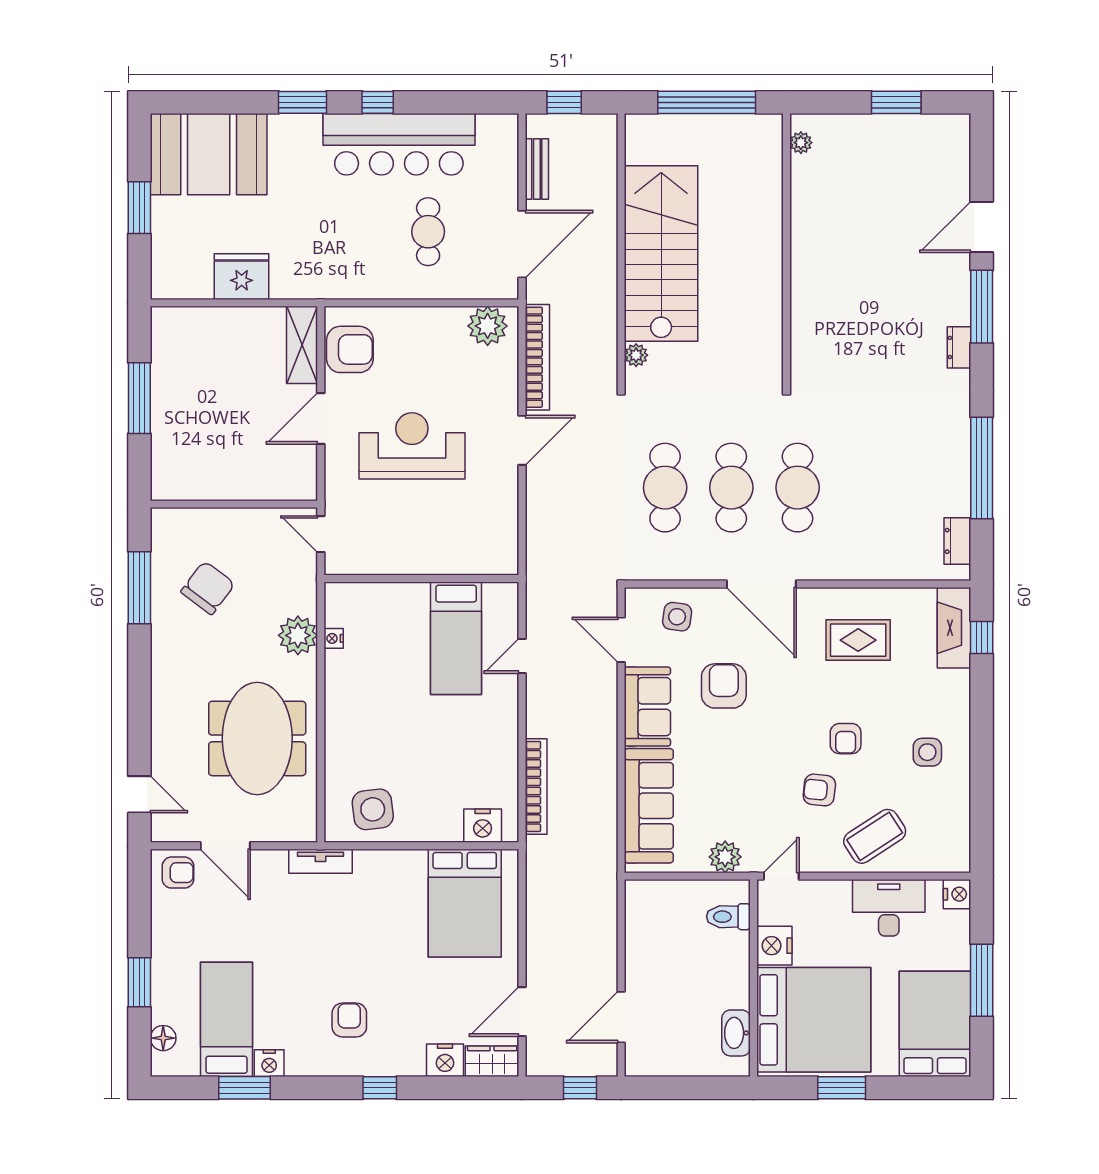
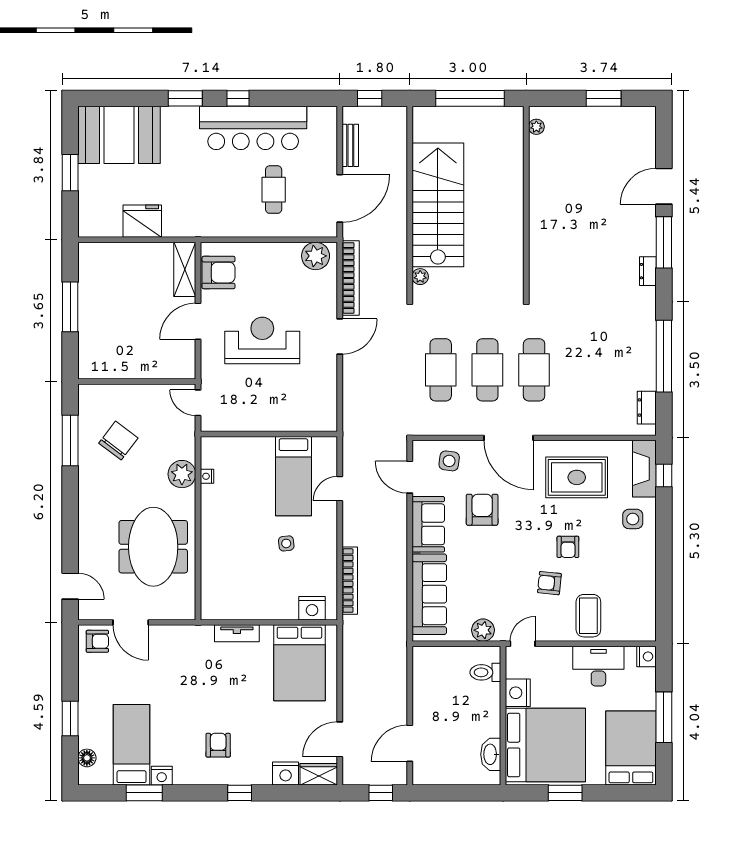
rug: (858, 640) -> (577, 477), width x1.36, depth x1.43
side table: (927, 752) -> (633, 519), moved
side table: (373, 809) -> (286, 543), moved, width x0.54, depth x0.54
coffee table: (875, 836) -> (588, 616), turned -57
tv unit: (321, 861) -> (237, 633), moved

